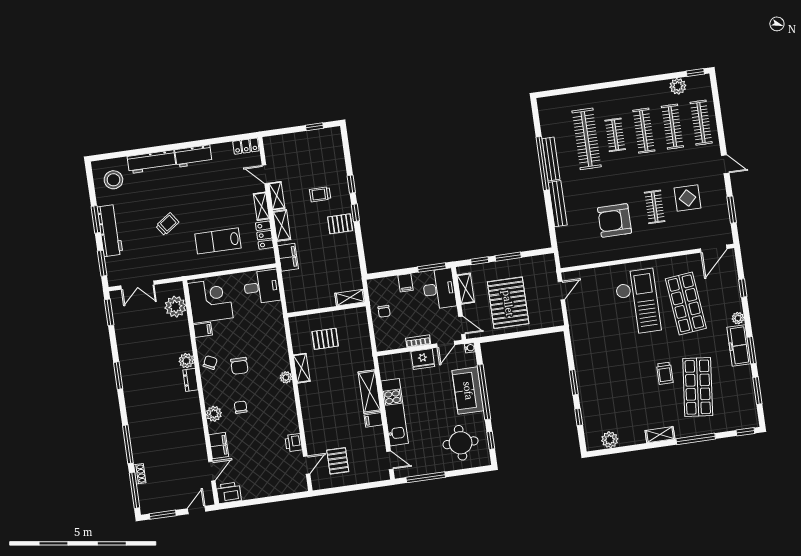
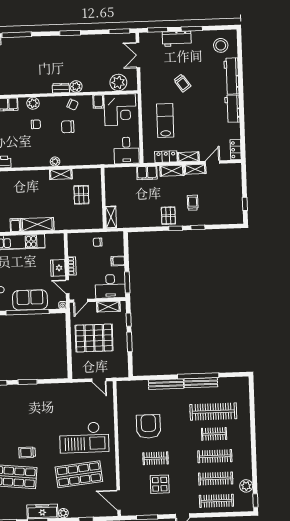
workbench: (110, 231) -> (177, 39), width x0.73

